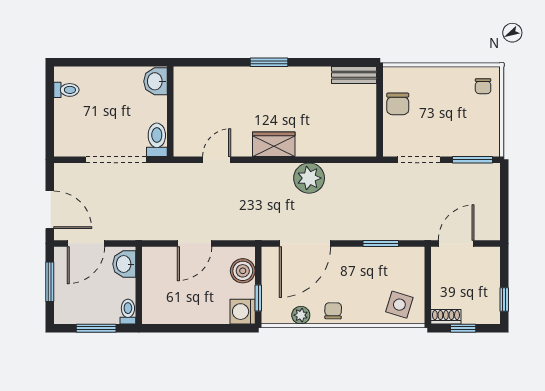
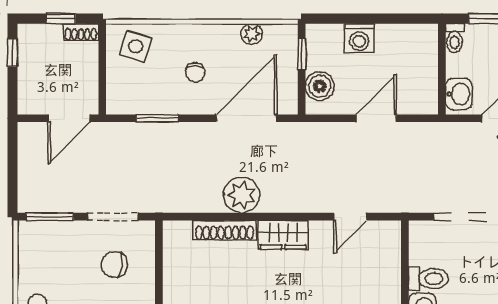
chair: (398, 104) -> (114, 265), moved, turned -83
toilet: (157, 140) -> (428, 279), moved, turned -90
shoe rack: (324, 148) -> (225, 230), added
chair: (333, 311) -> (195, 72), moved
washing machine: (243, 312) -> (359, 38), moved, turned 90

